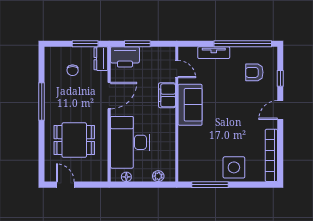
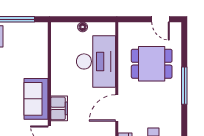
window: (42, 101) -> (184, 86), moved
plant: (158, 176) -> (68, 28), removed
floor lamp: (126, 177) -> (83, 27), moved

